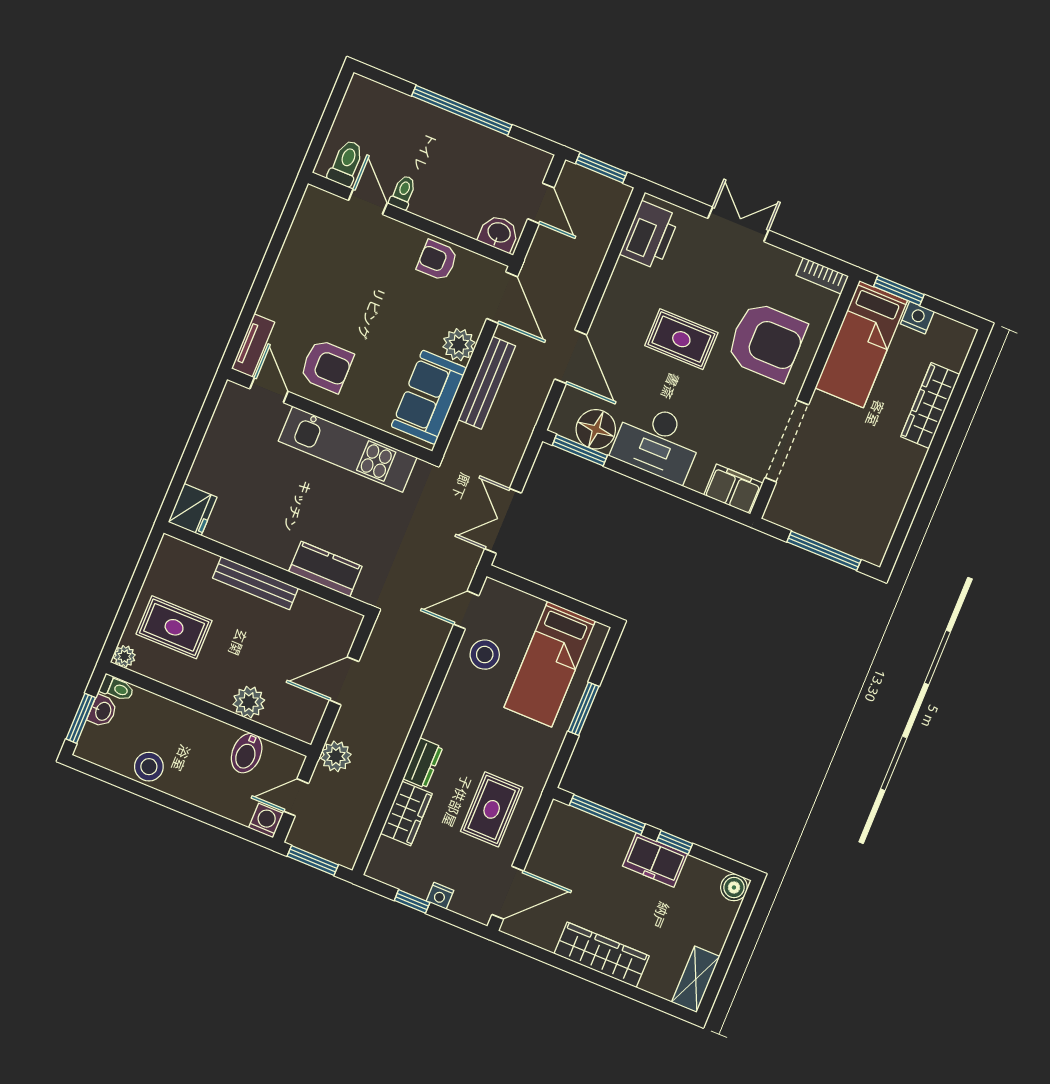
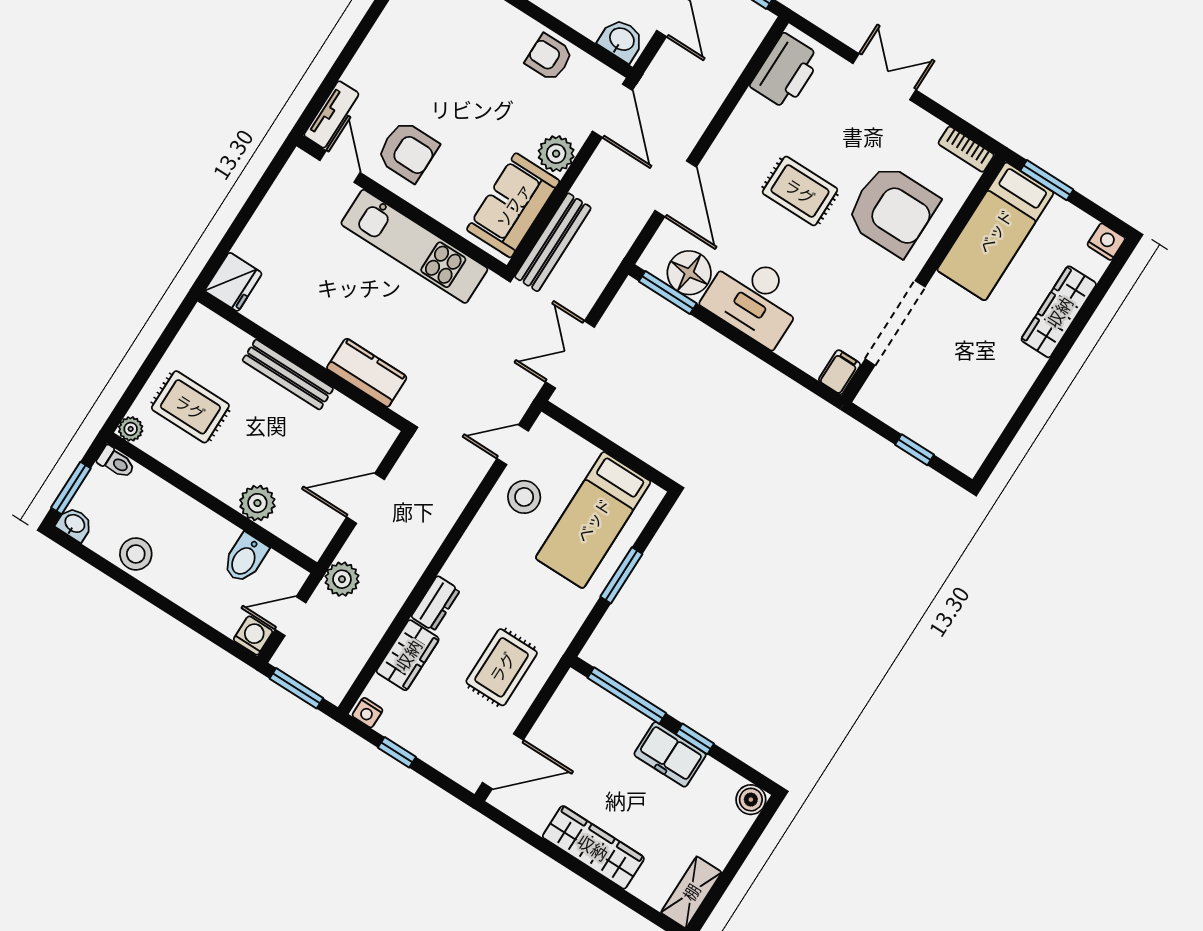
nightstand: (917, 318) -> (1106, 242), moved
bench: (487, 383) -> (553, 242), moved
filing cabinet: (733, 489) -> (840, 372), width x0.50
window: (824, 551) -> (915, 450), width x0.46
washbasin: (103, 711) -> (74, 524), moved, turned -90
nightstand: (440, 896) -> (367, 713), moved

